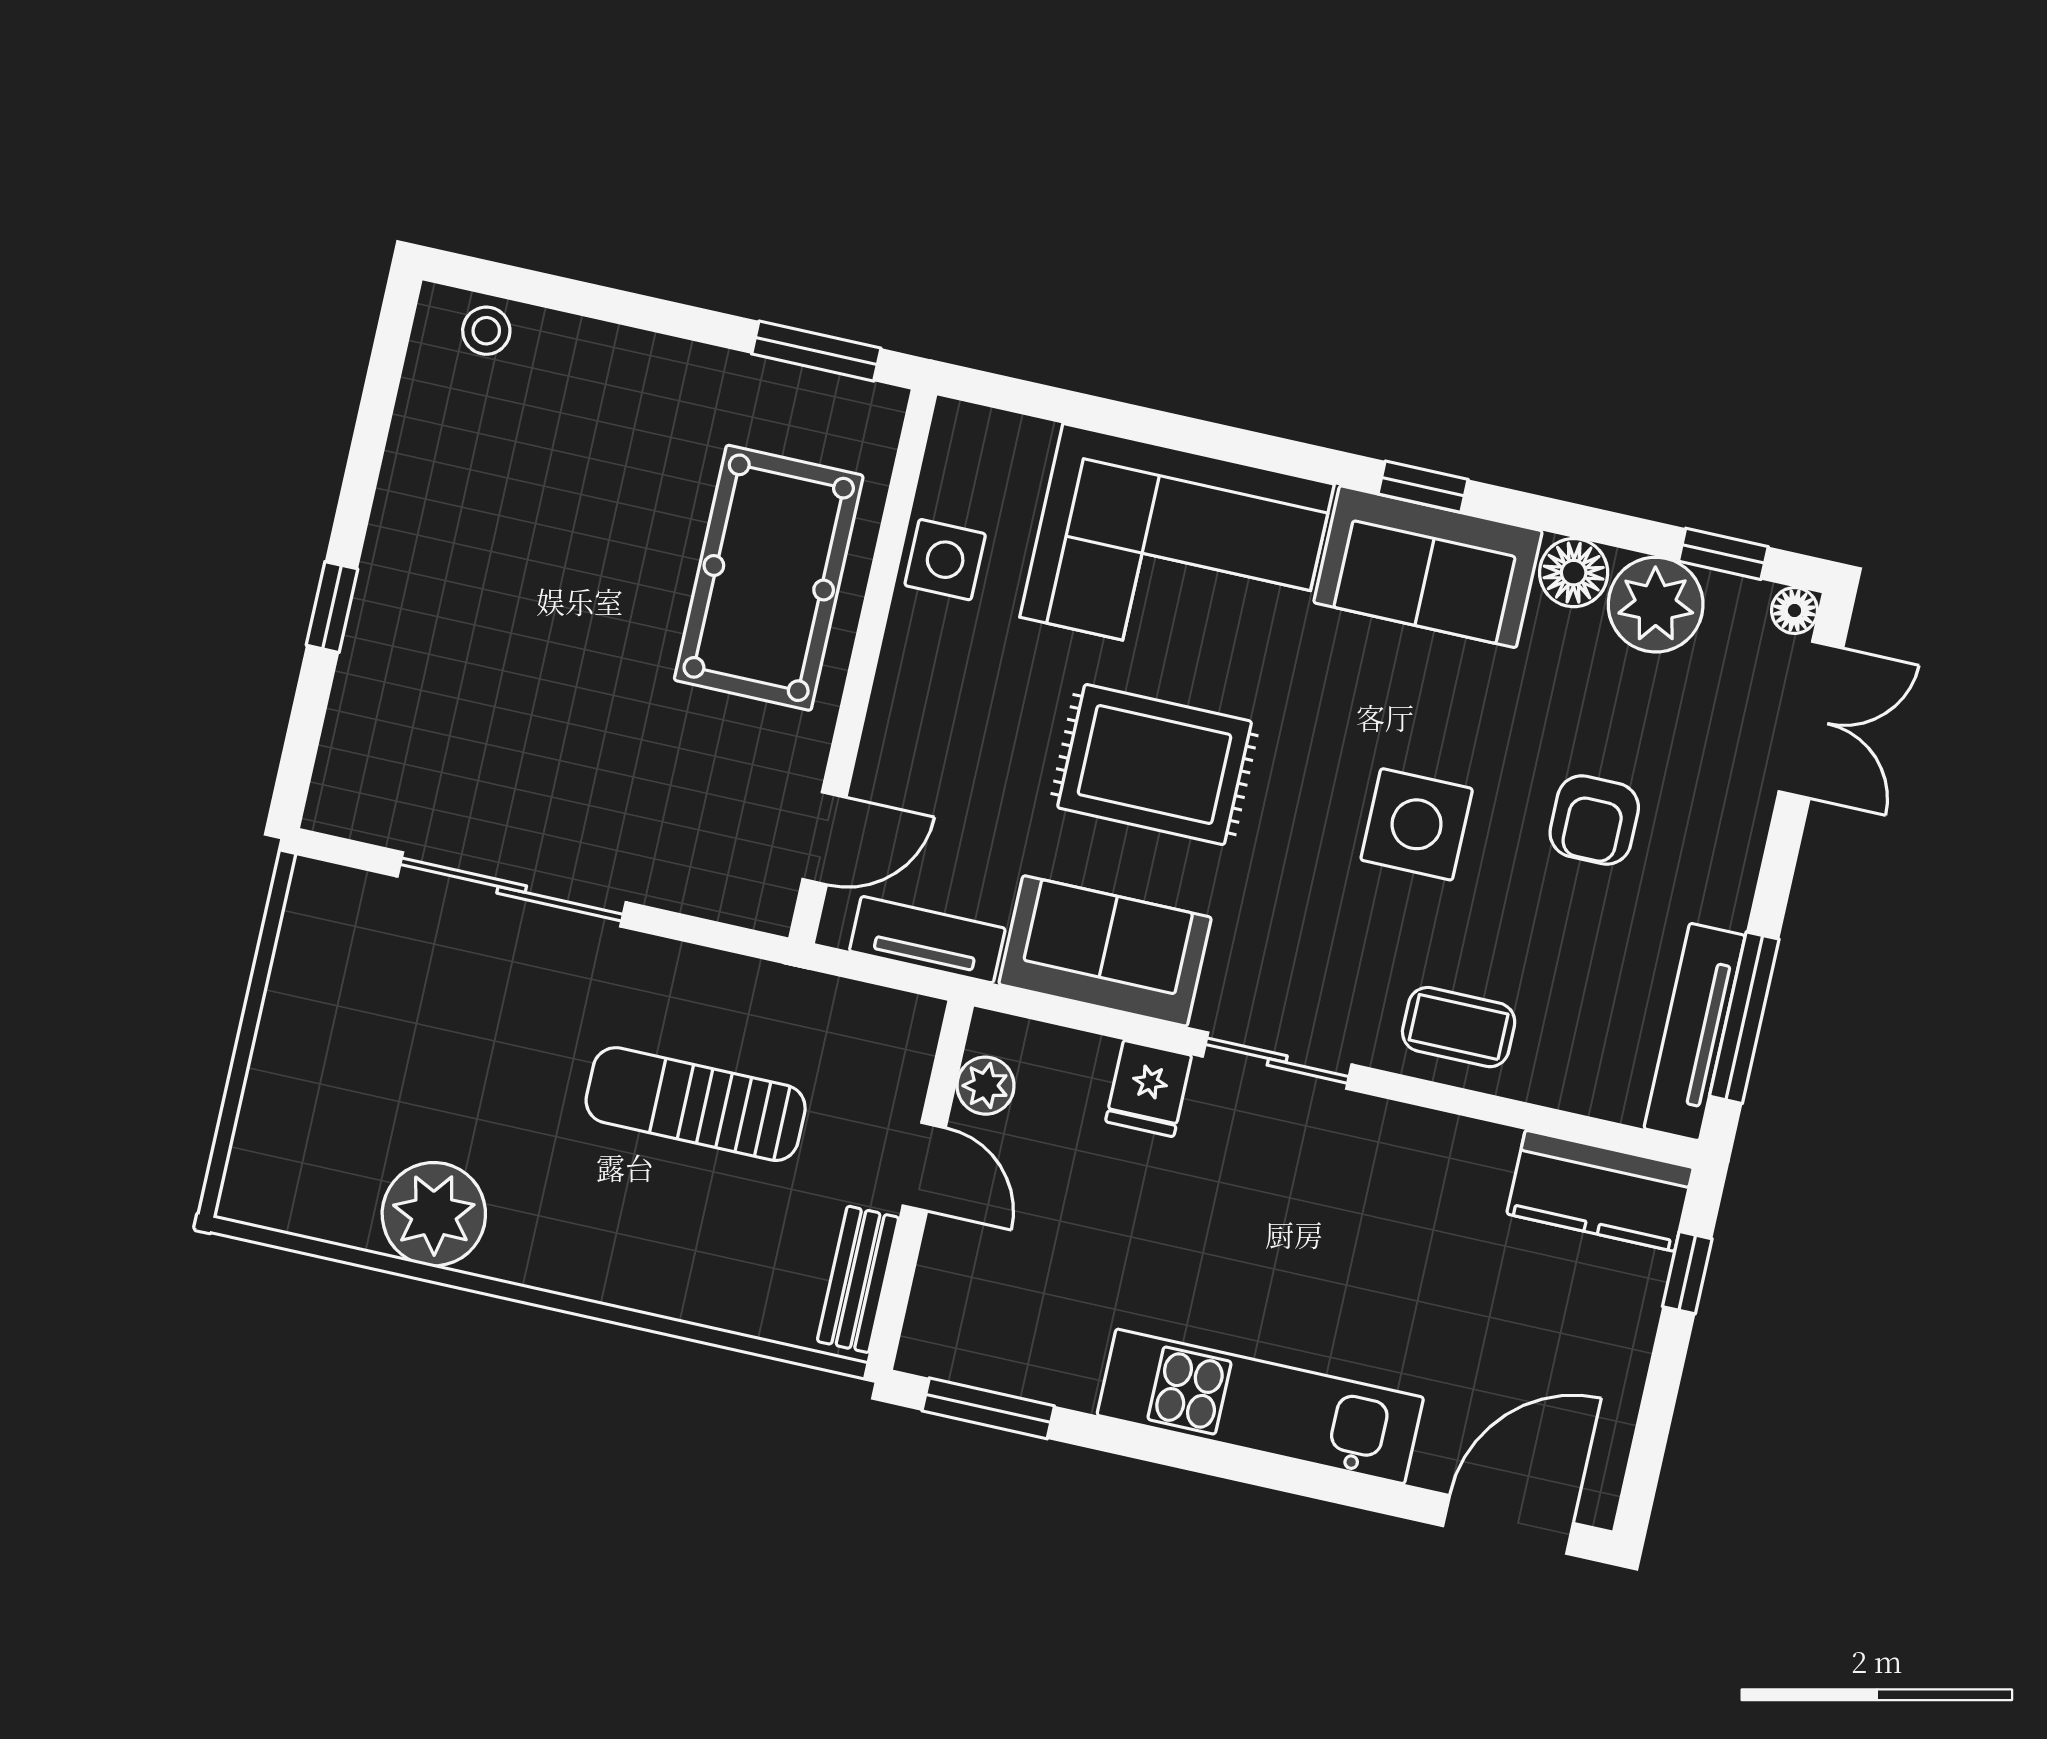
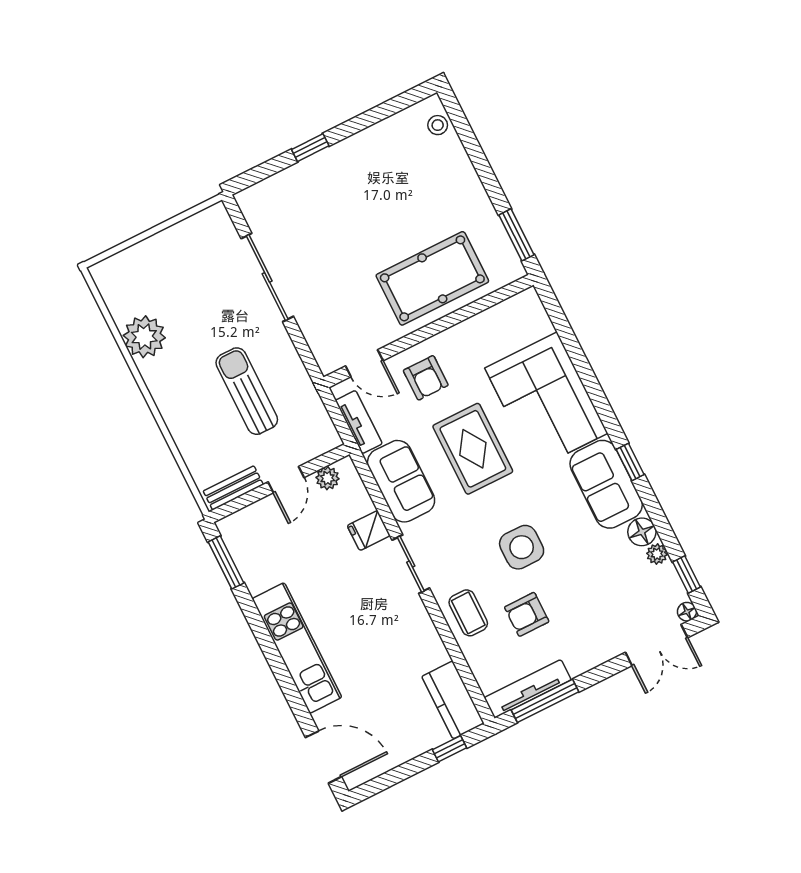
side table: (945, 560) -> (484, 330), removed
plant: (1656, 605) -> (657, 554), width x0.53, depth x0.53
armchair: (947, 744) -> (426, 378), added
armchair: (1594, 820) -> (527, 614), moved

